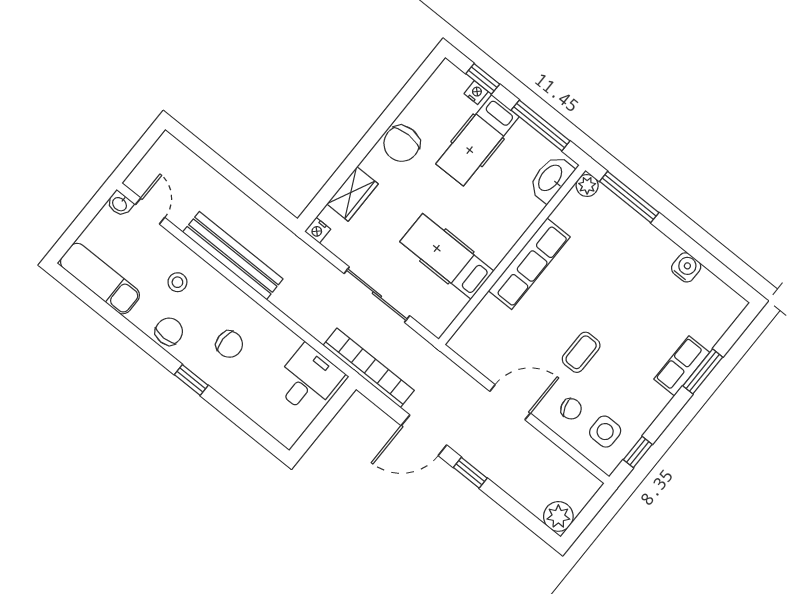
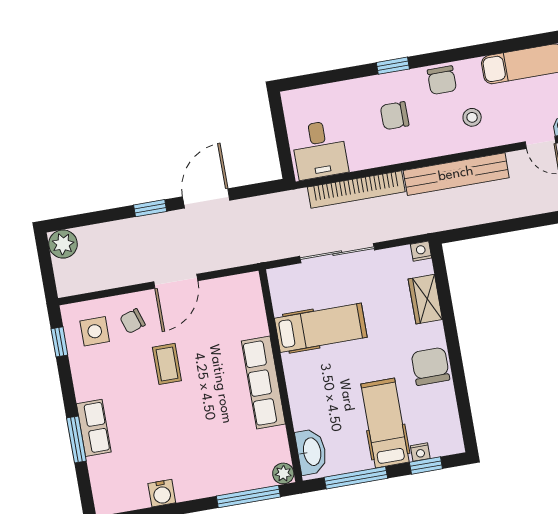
bookcase: (369, 368) -> (356, 189), moved

